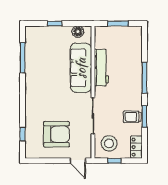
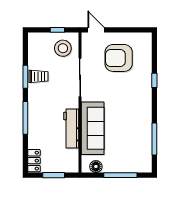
window: (55, 24) -> (120, 175), width x2.17
window: (23, 134) -> (154, 80), moved
locker: (136, 147) -> (34, 161), moved

